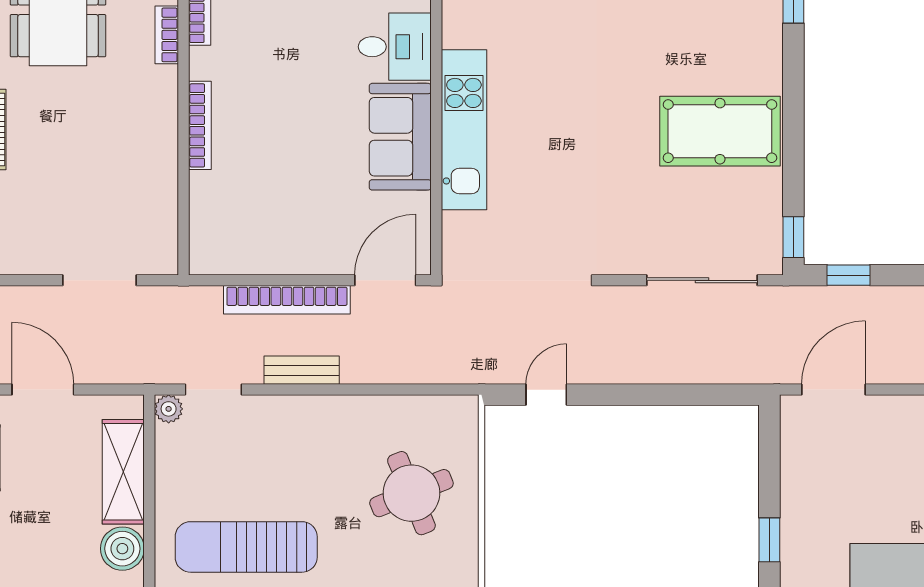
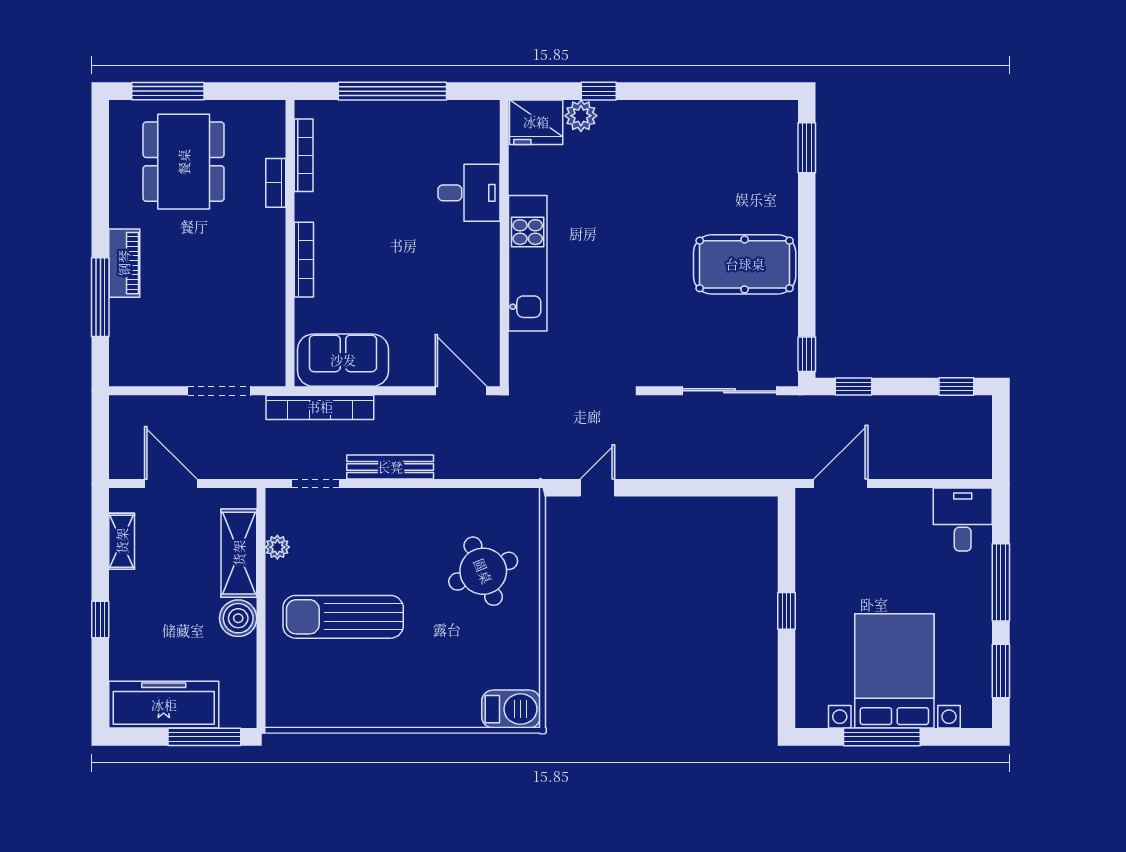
sofa: (400, 137) -> (343, 360), moved, turned 90
door: (385, 280) -> (461, 391), hinge flipped
bookcase: (287, 300) -> (320, 407), moved
bench: (302, 370) -> (390, 467), width x1.36
plant: (169, 409) -> (277, 547), moved

